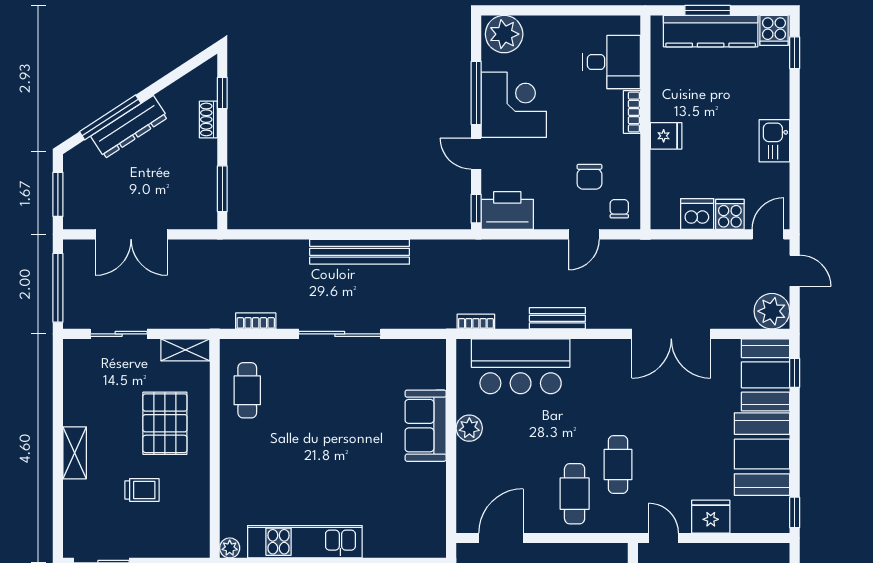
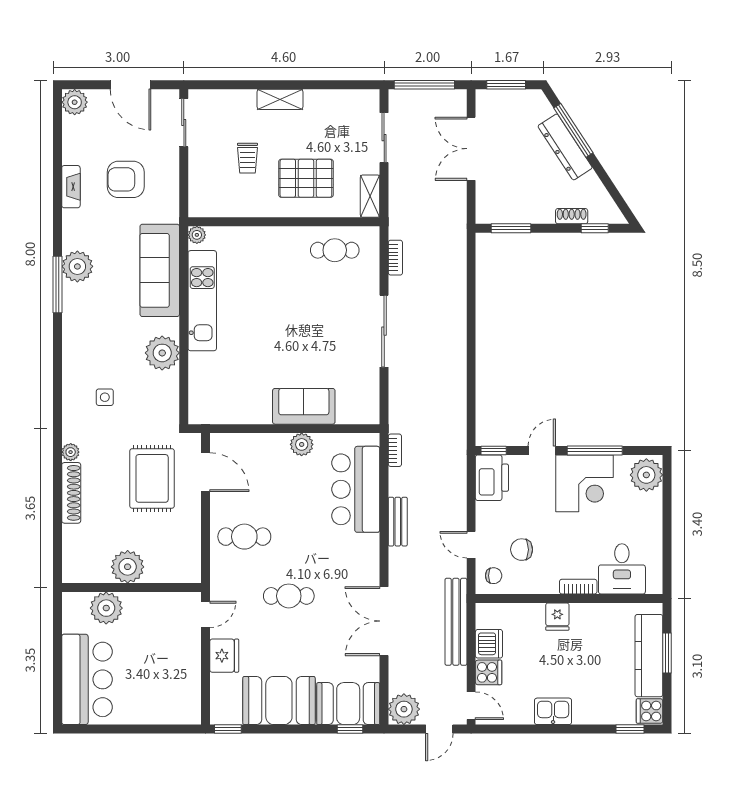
bench: (360, 252) -> (456, 622), moved
cafe table: (618, 464) -> (289, 596), moved

